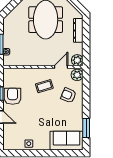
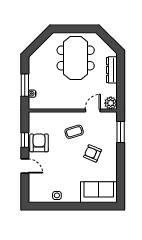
plant: (77, 75) -> (110, 119), removed
armchair: (68, 95) -> (93, 153), moved
window: (86, 128) -> (121, 132), moved

